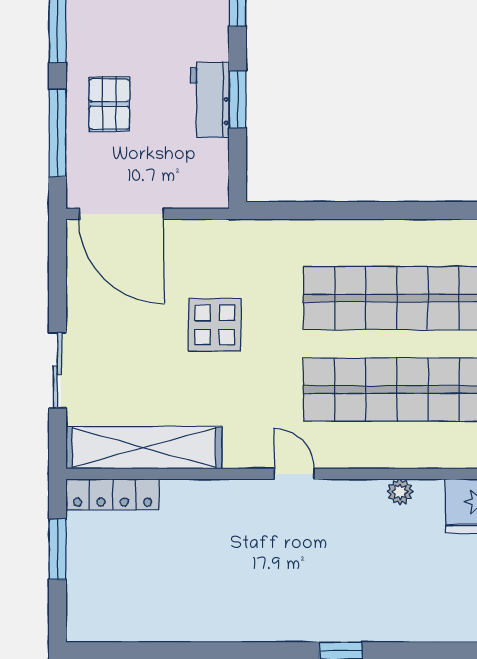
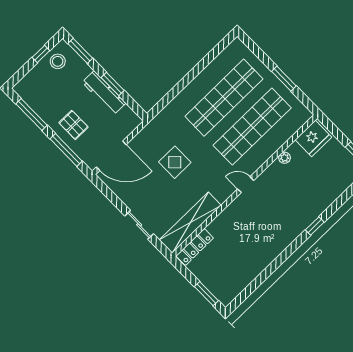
workbench: (210, 100) -> (104, 93), width x1.38
window: (58, 549) -> (206, 294), moved

